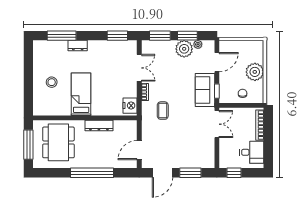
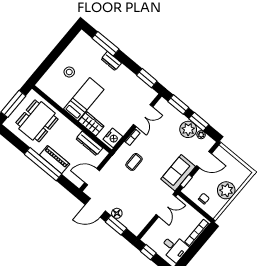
wardrobe: (103, 109) -> (91, 124), added
dresser: (99, 126) -> (89, 143), moved
piano: (98, 161) -> (55, 160), added
floor lamp: (183, 163) -> (117, 213), added

